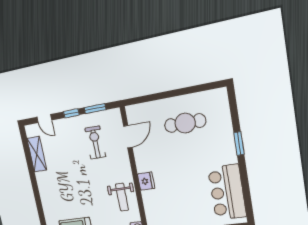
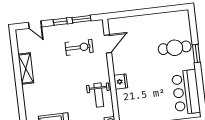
cafe table: (185, 123) -> (175, 48), moved
exercise bike: (95, 142) -> (79, 47), turned 90
shelving: (37, 154) -> (26, 68), moved

